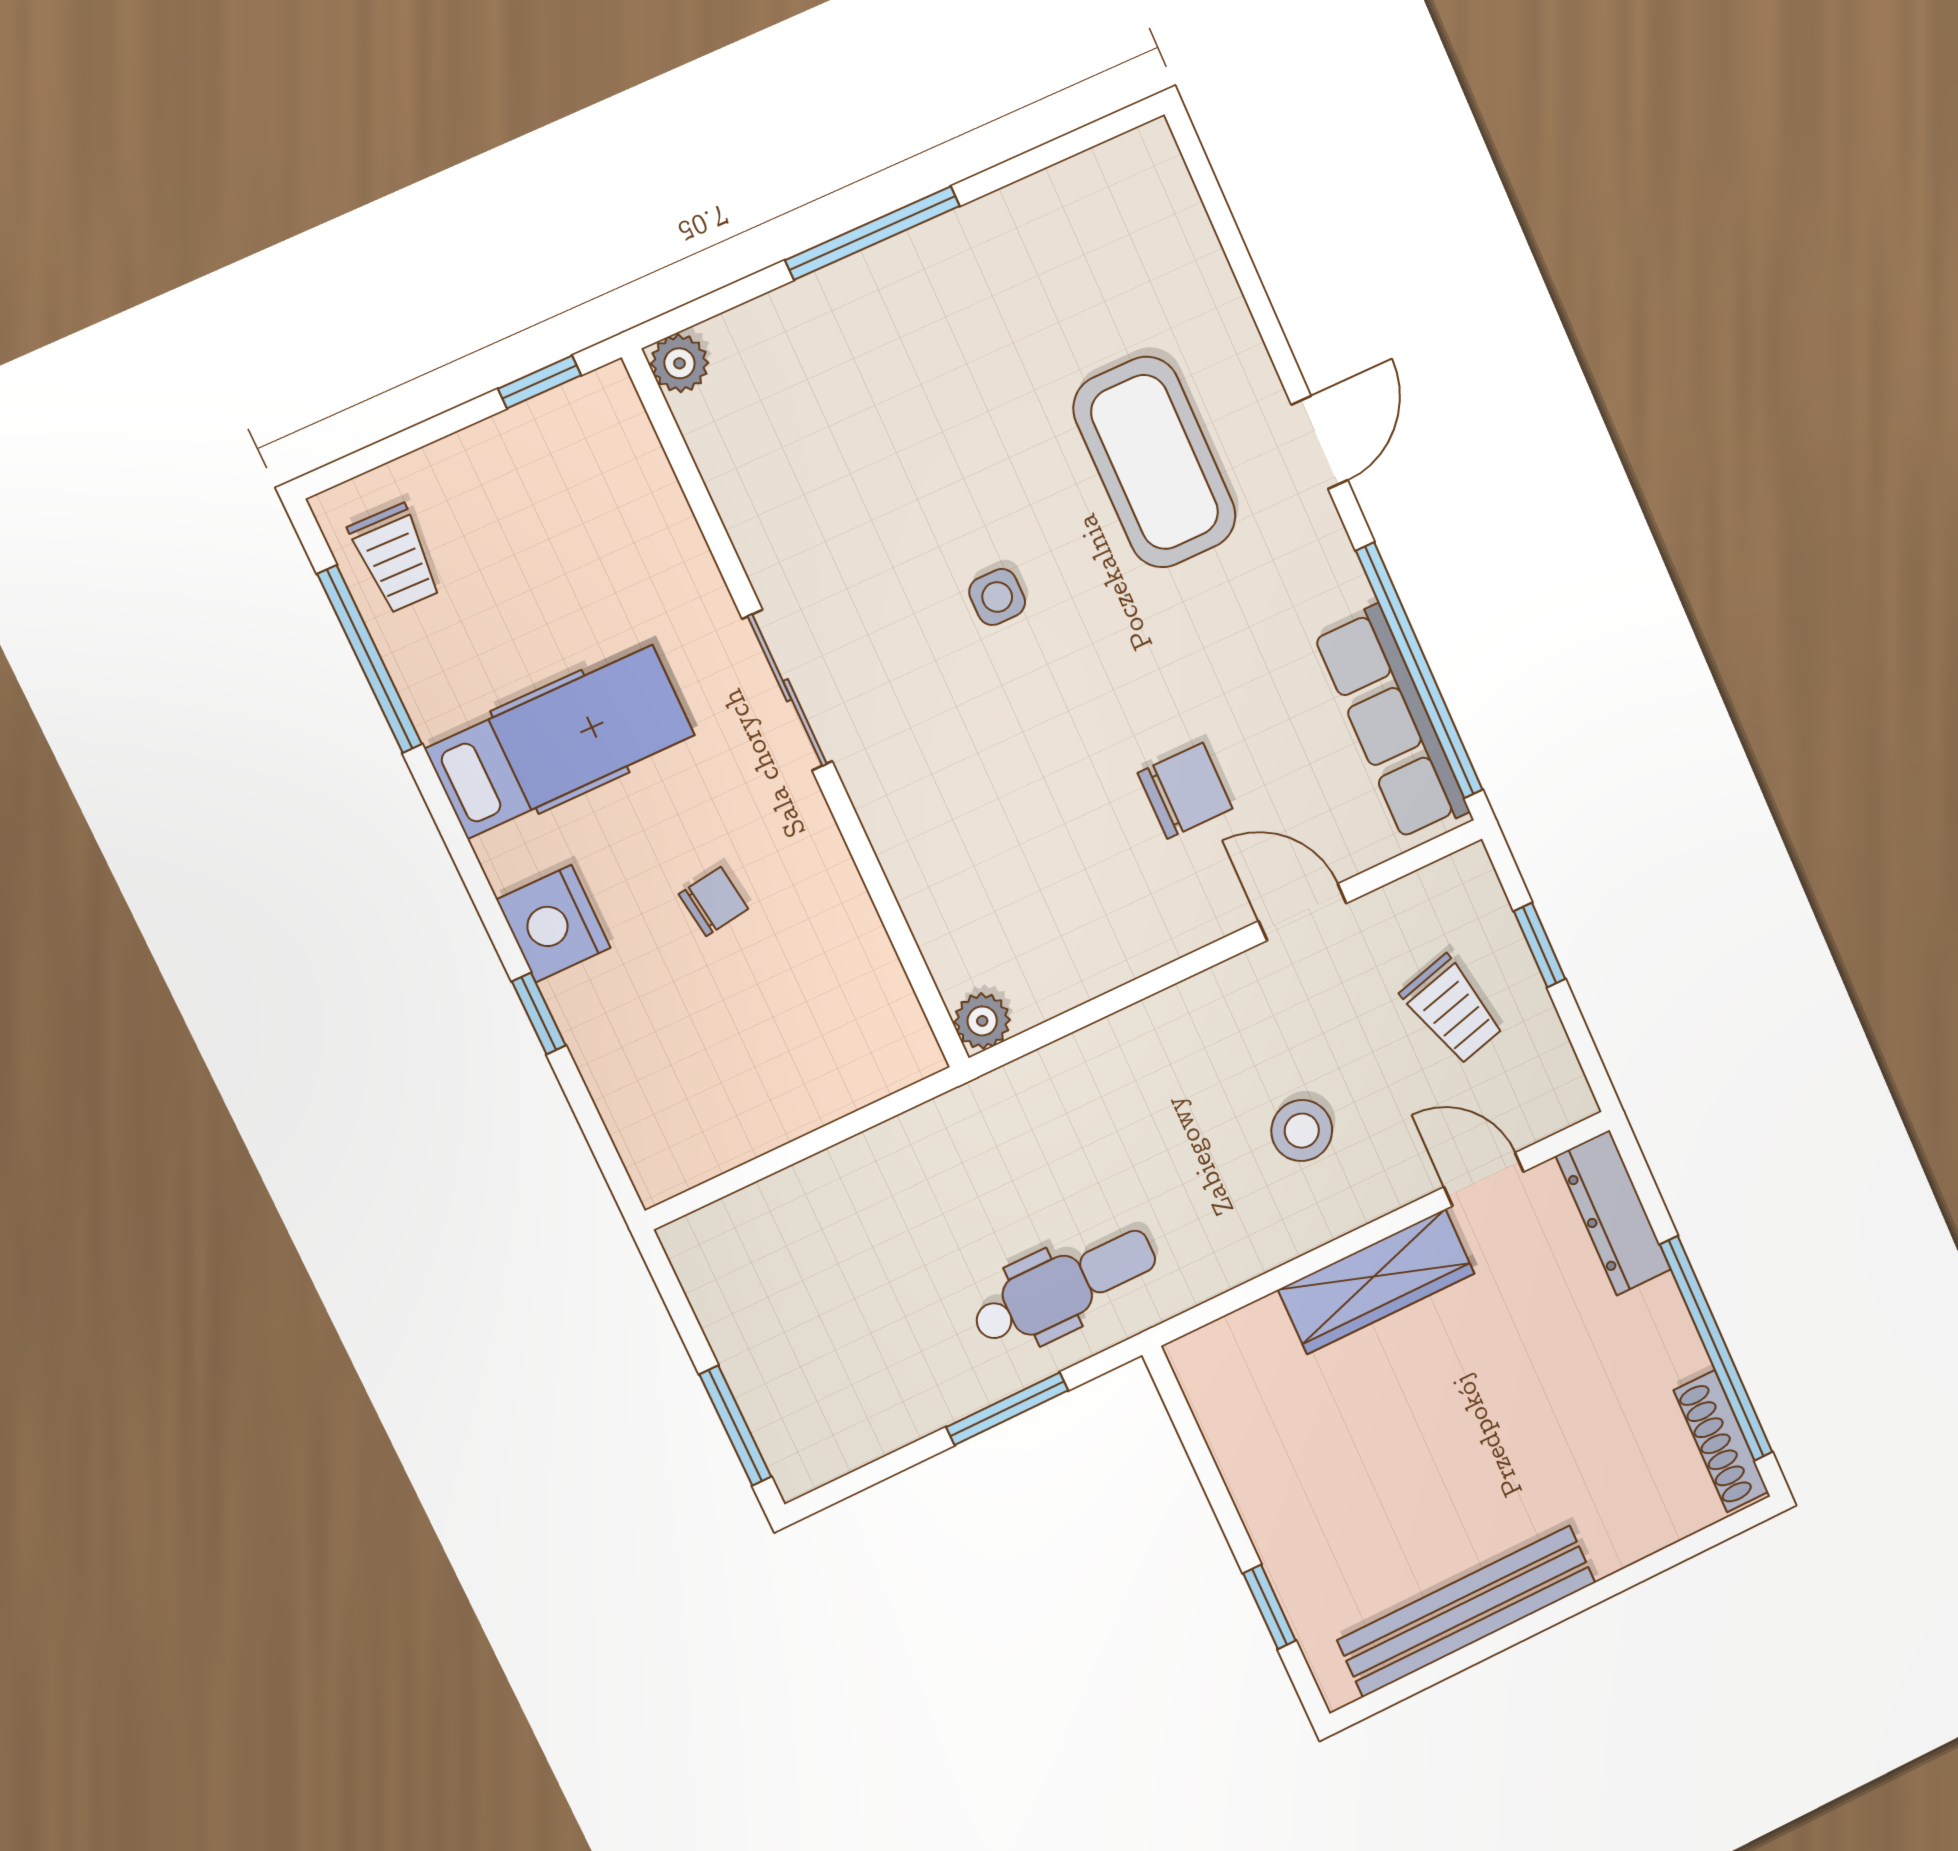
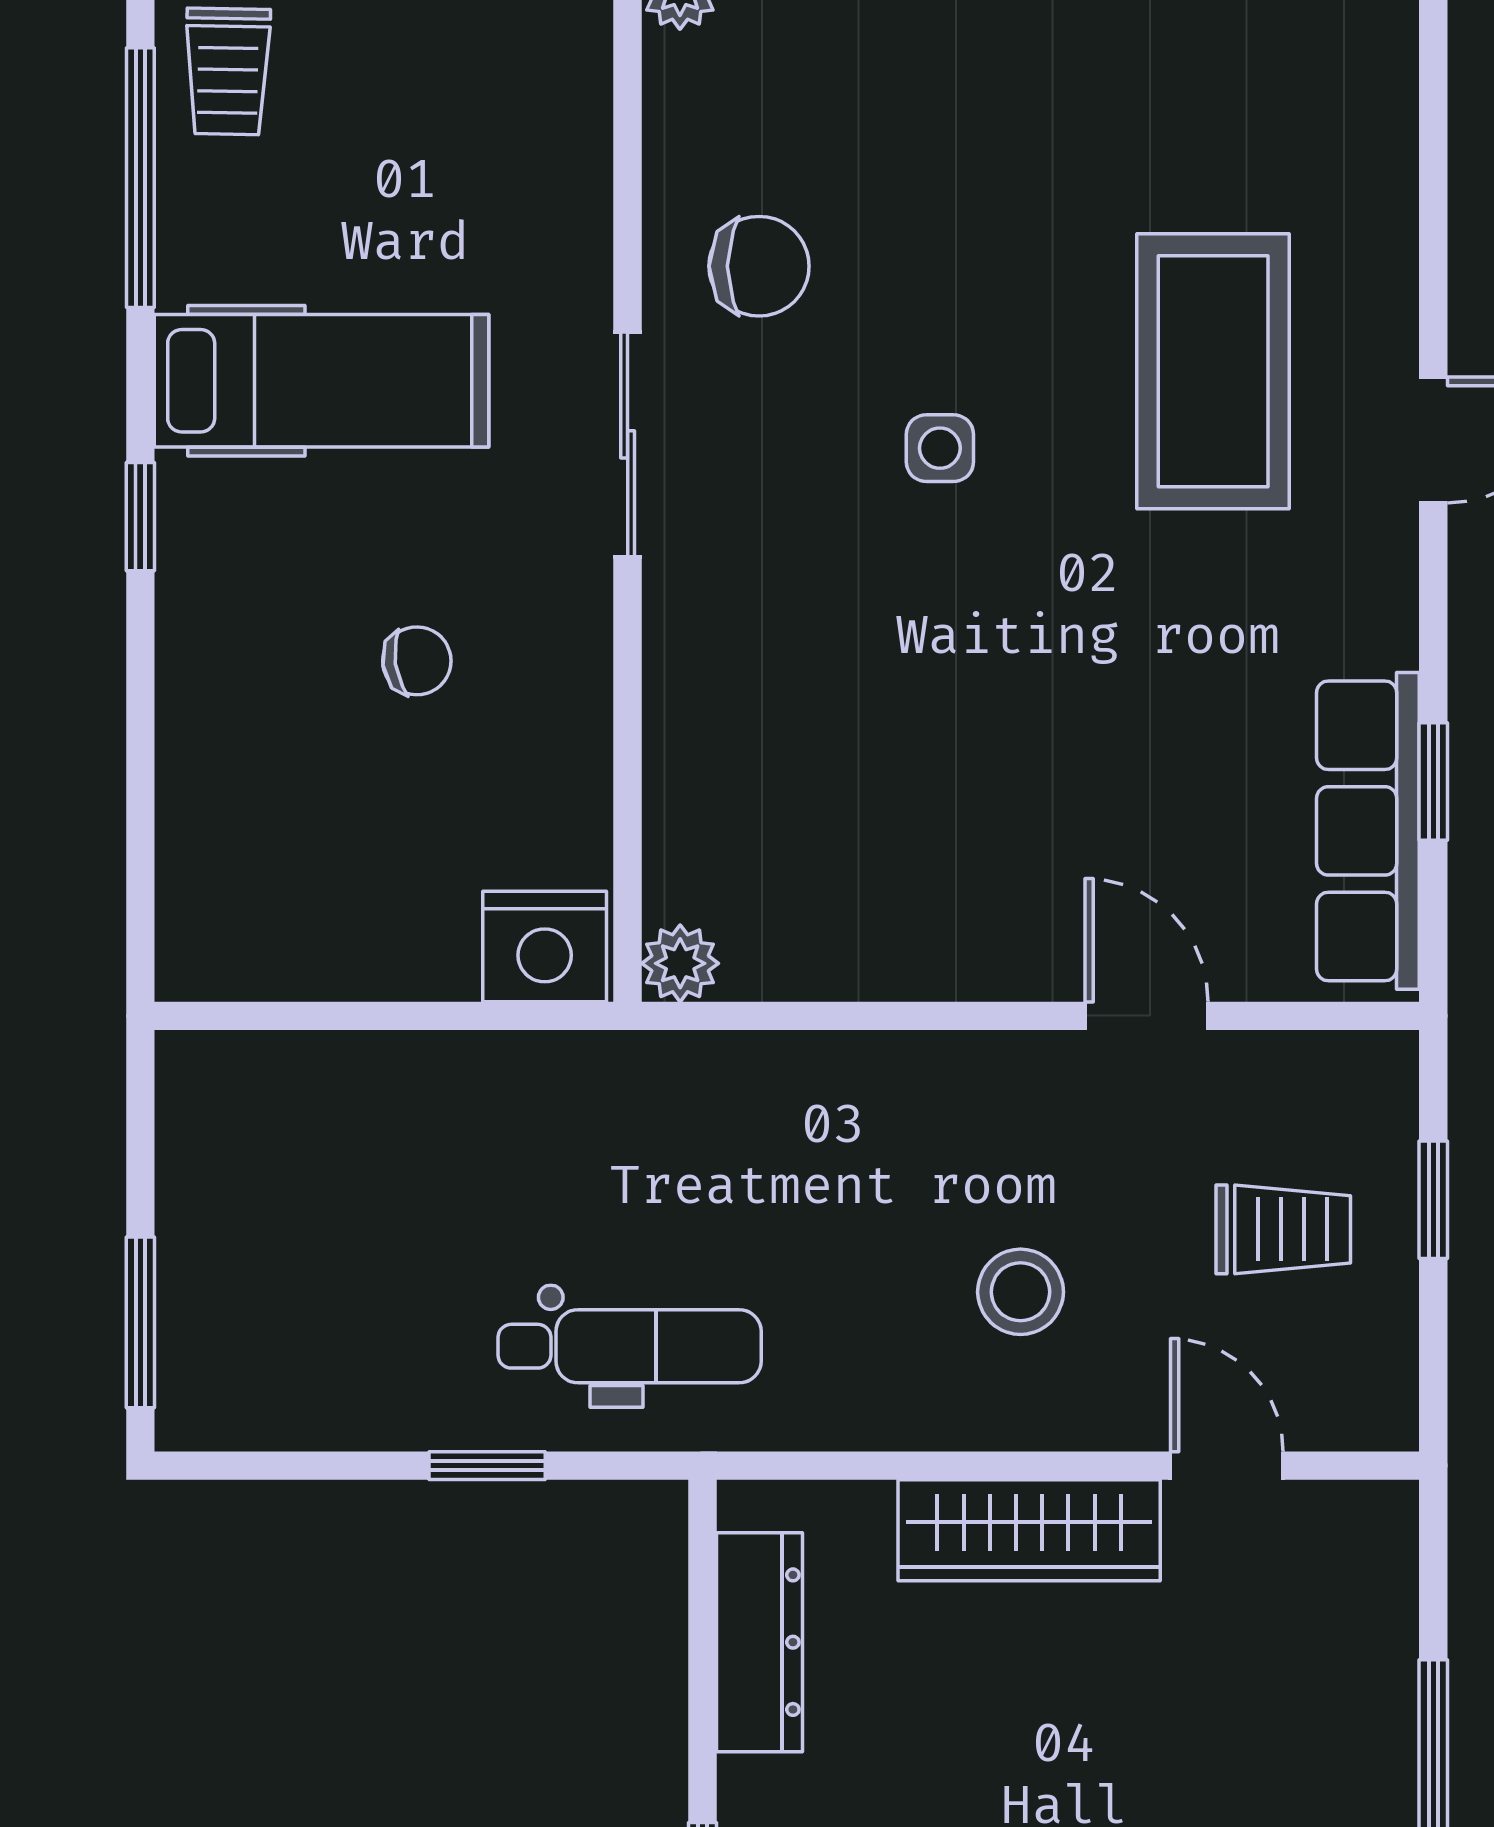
window: (1419, 671) -> (1433, 781), width x0.32
chair: (1185, 791) -> (759, 266), moved
nightstand: (553, 924) -> (545, 946), moved, turned -90
trolley: (1452, 1010) -> (1283, 1229), turned -75
window: (539, 1013) -> (140, 517), moved
dresser: (1613, 1213) -> (759, 1642), moved, turned 180
window: (1007, 1409) -> (487, 1466), width x0.67

